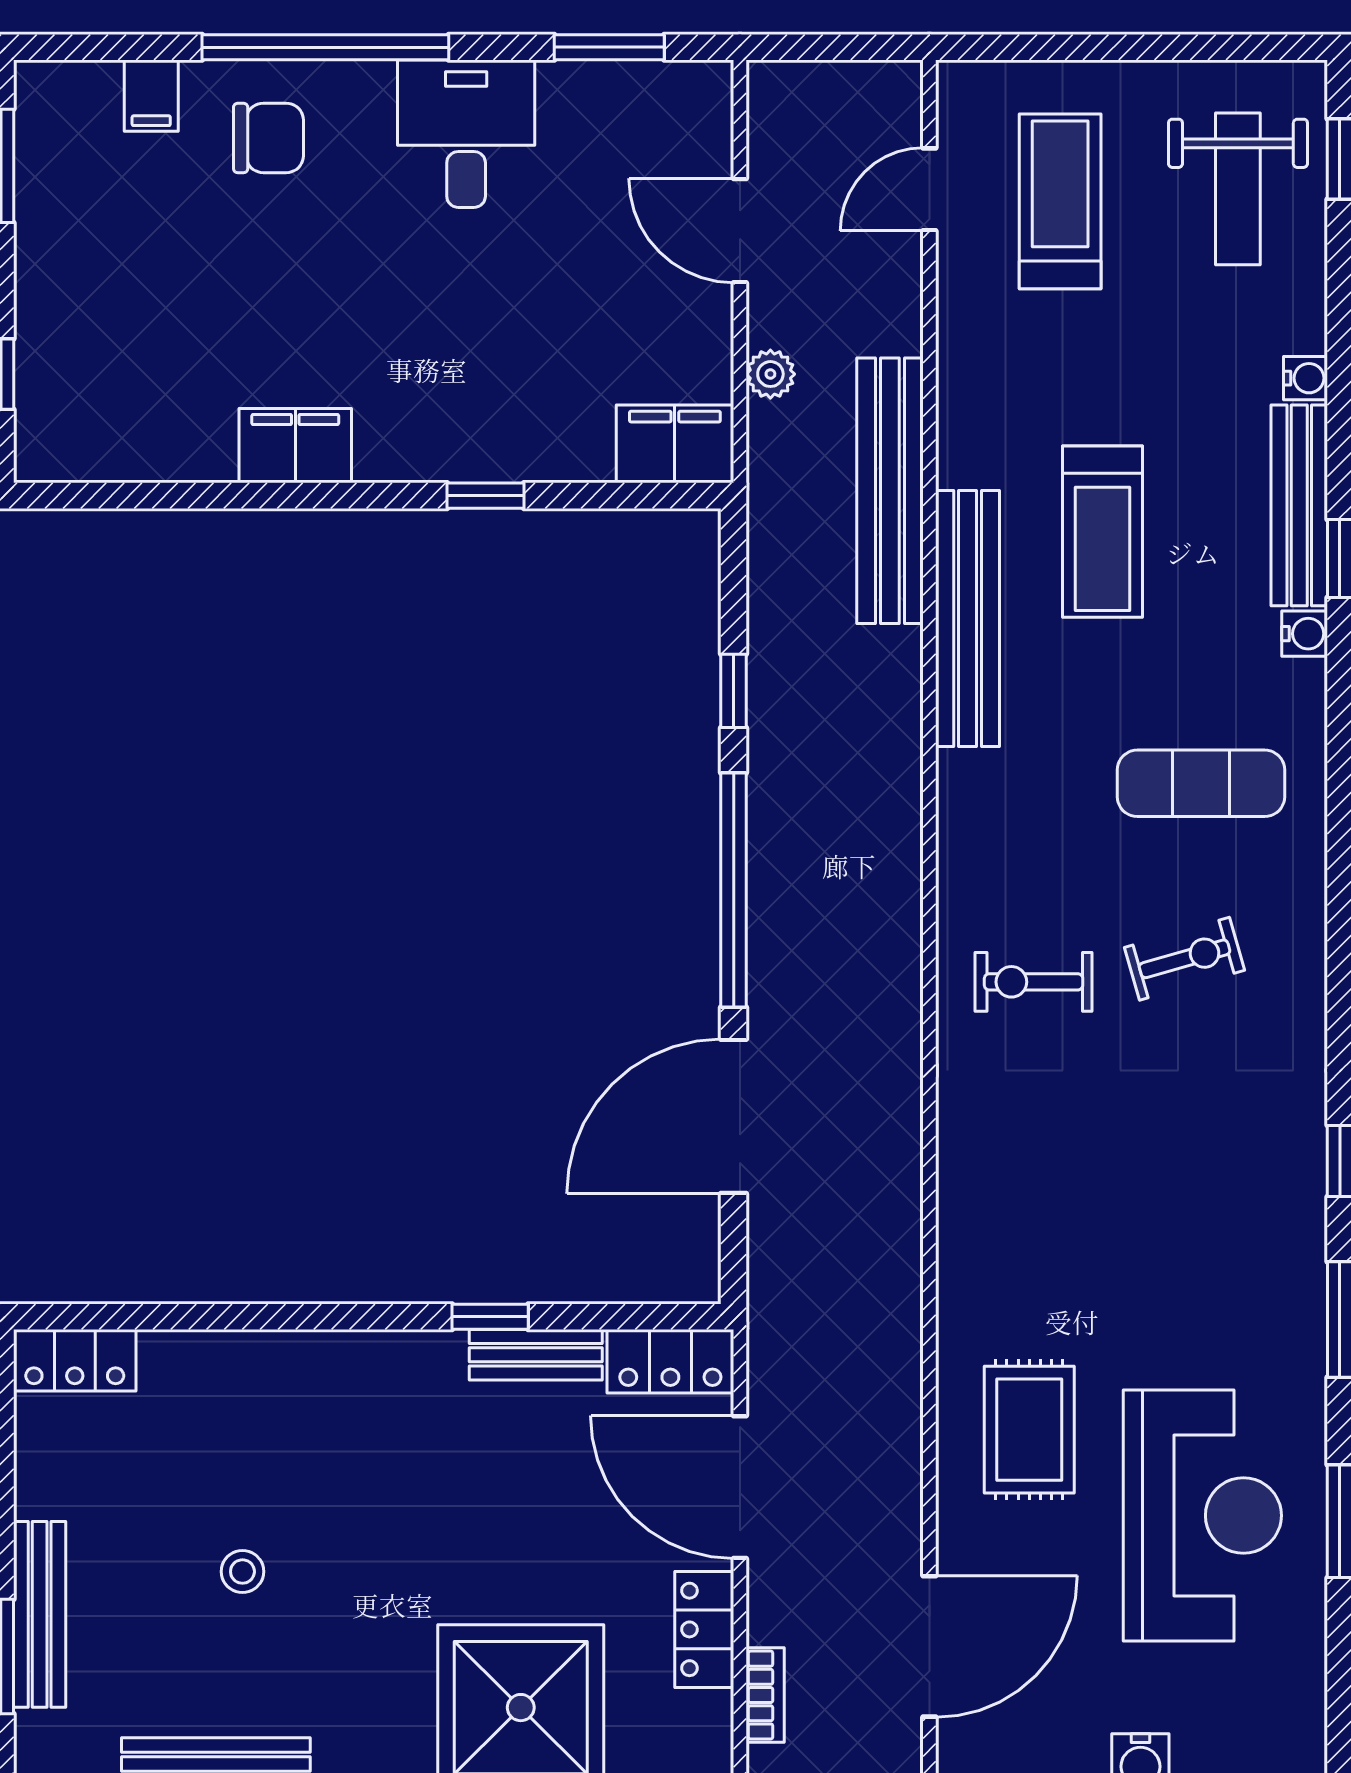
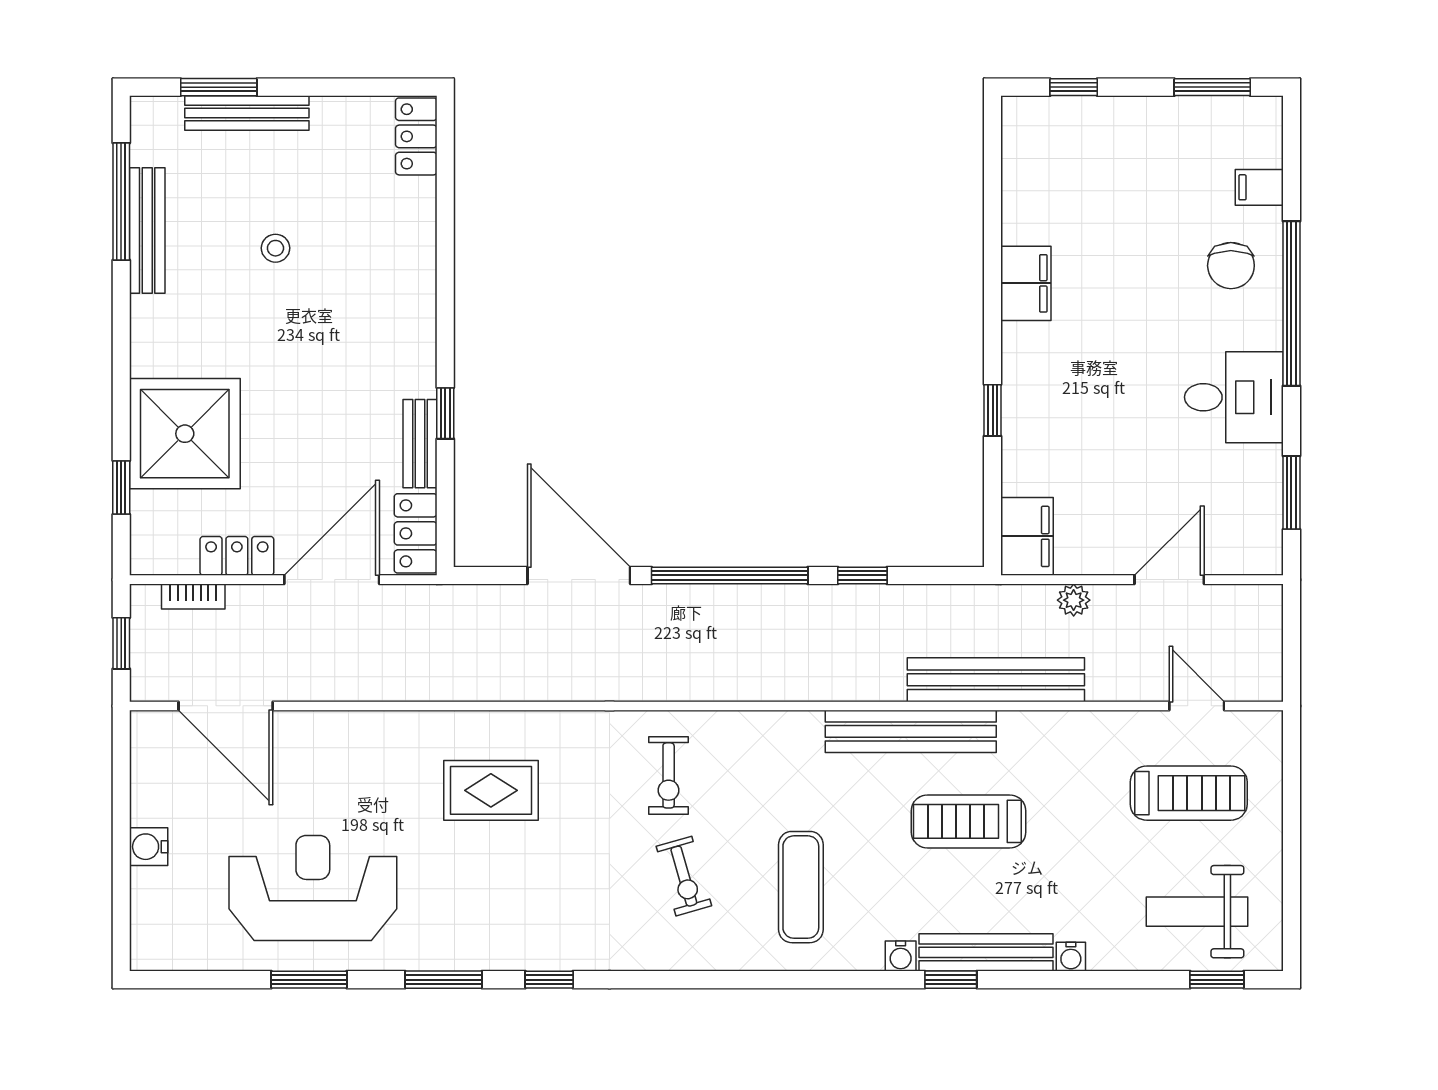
exercise bike: (1034, 982) -> (669, 775), turned 180
rug: (1029, 1430) -> (491, 790), moved
reception desk: (1202, 1516) -> (313, 888), turned 180

